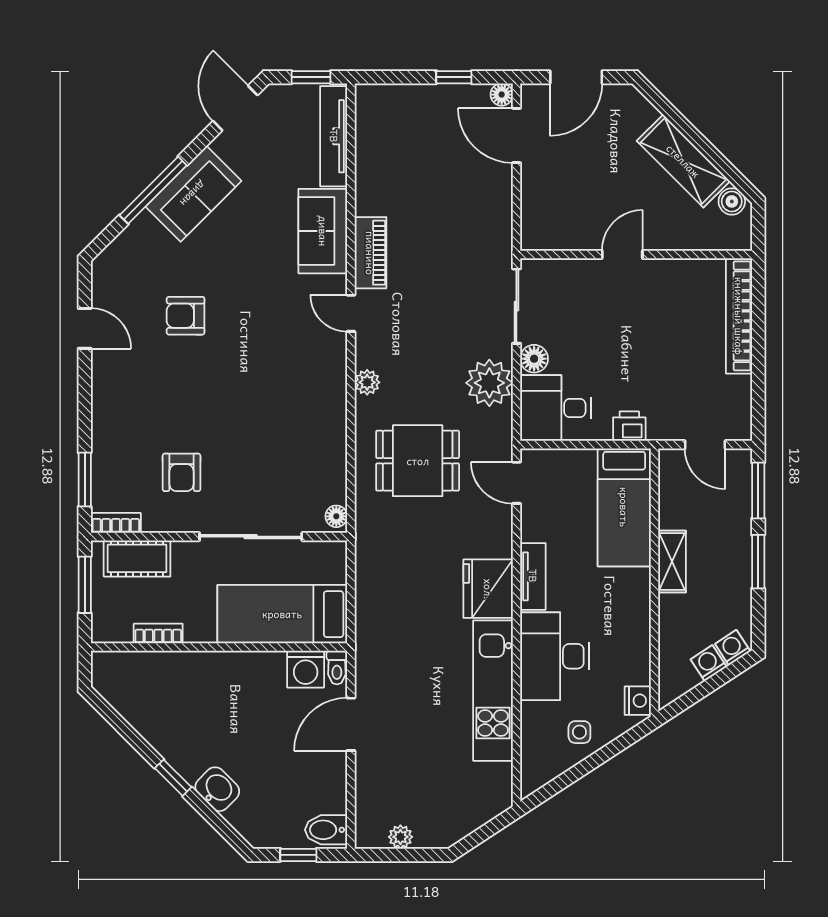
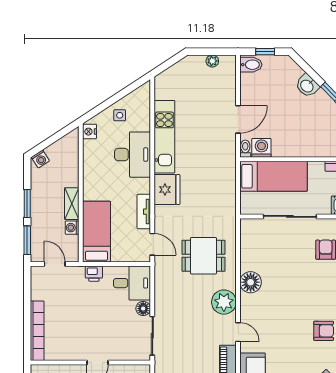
plant: (367, 382) -> (224, 302), width x1.88, depth x1.88
plant: (489, 383) -> (166, 296), removed
floor lamp: (336, 516) -> (251, 282), moved, width x1.89, depth x1.89
tv unit: (533, 576) -> (144, 212), moved
washing machine: (709, 663) -> (72, 228), moved, turned 123

